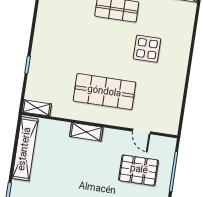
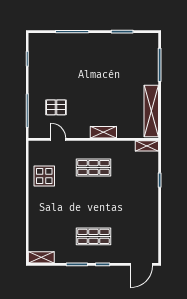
display table: (147, 49) -> (44, 176), moved
shop shelf: (104, 92) -> (93, 167), width x0.70, depth x0.74
pallet: (139, 170) -> (56, 107), width x0.67, depth x0.71

